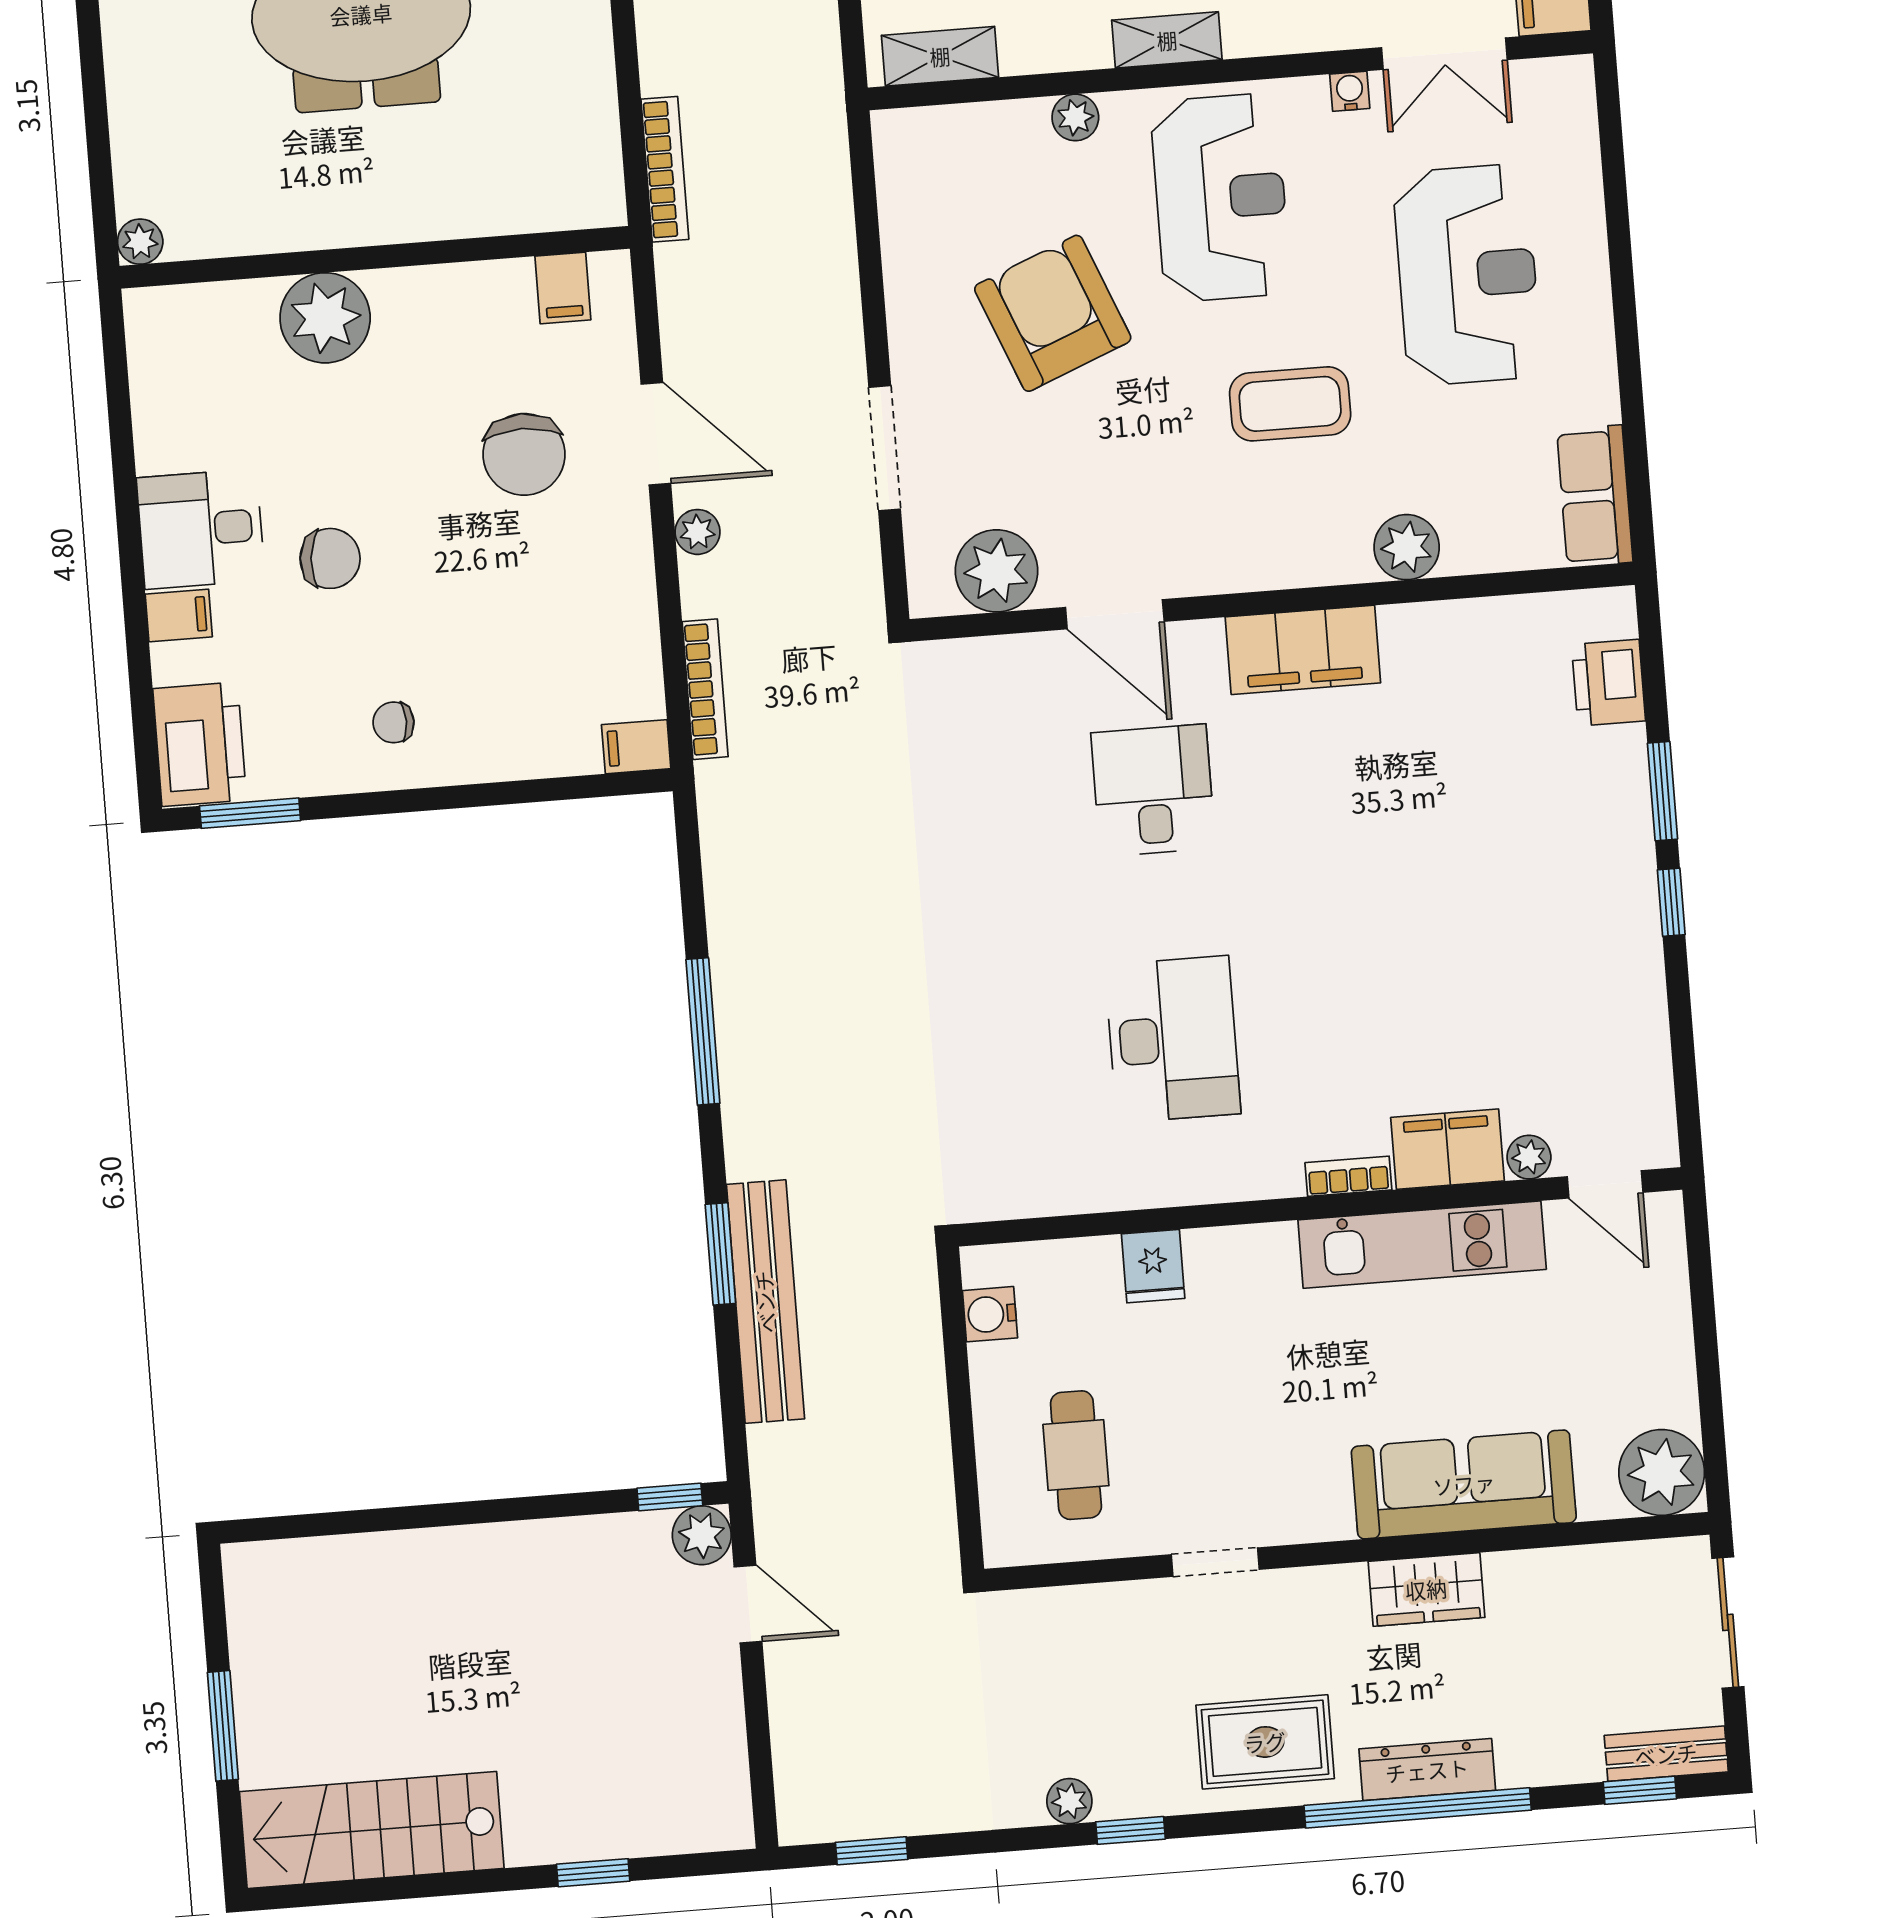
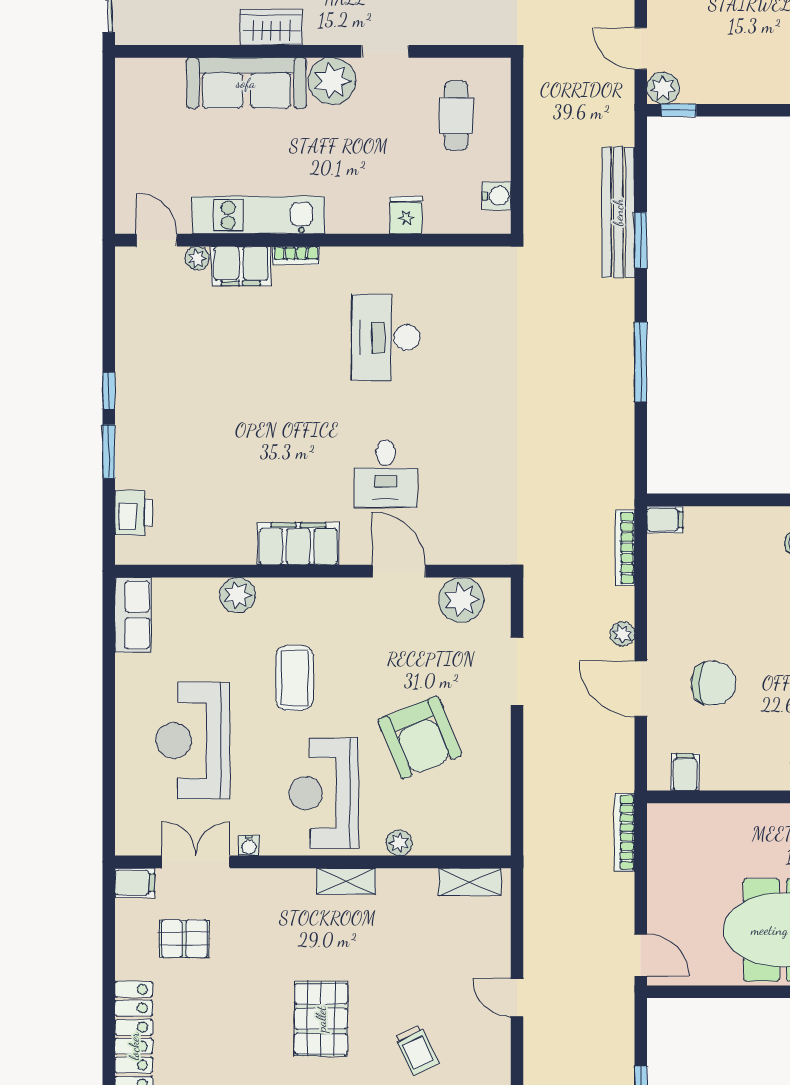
coffee table: (1290, 404) -> (295, 678), turned 90
chair: (524, 454) -> (713, 683), turned 90
plant: (1662, 1472) -> (332, 81), moved

